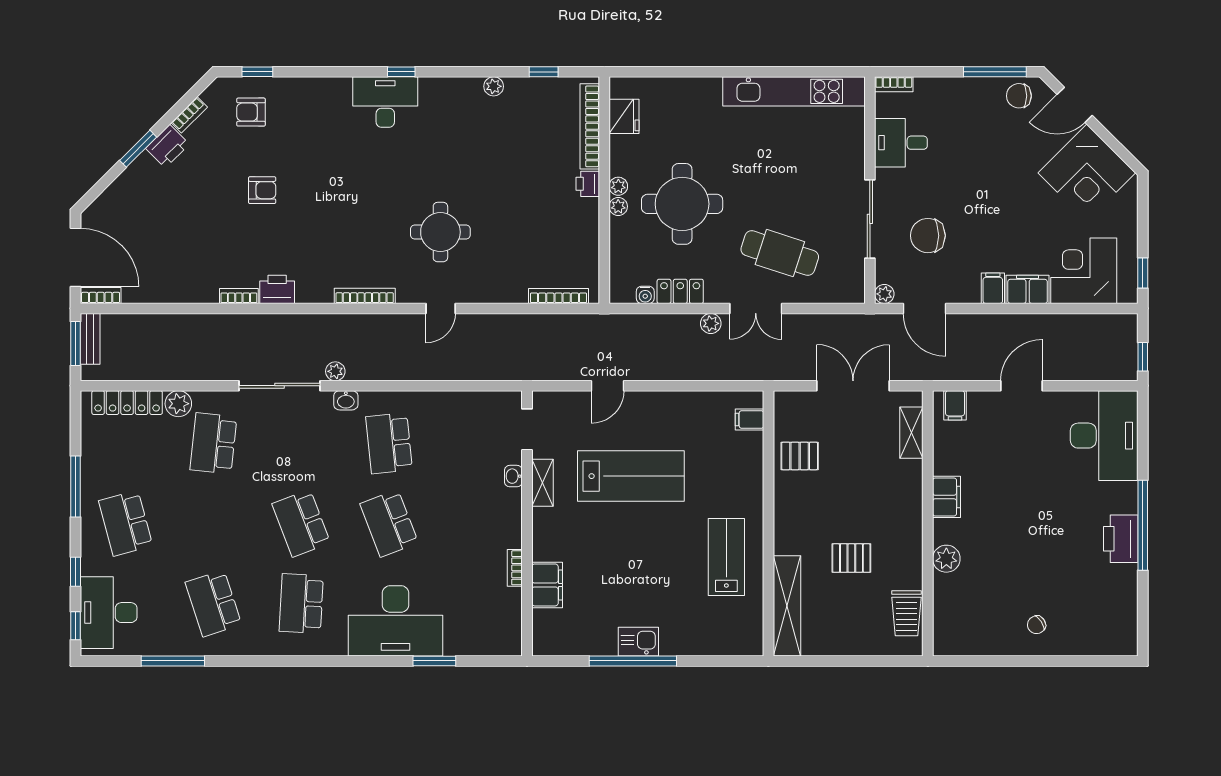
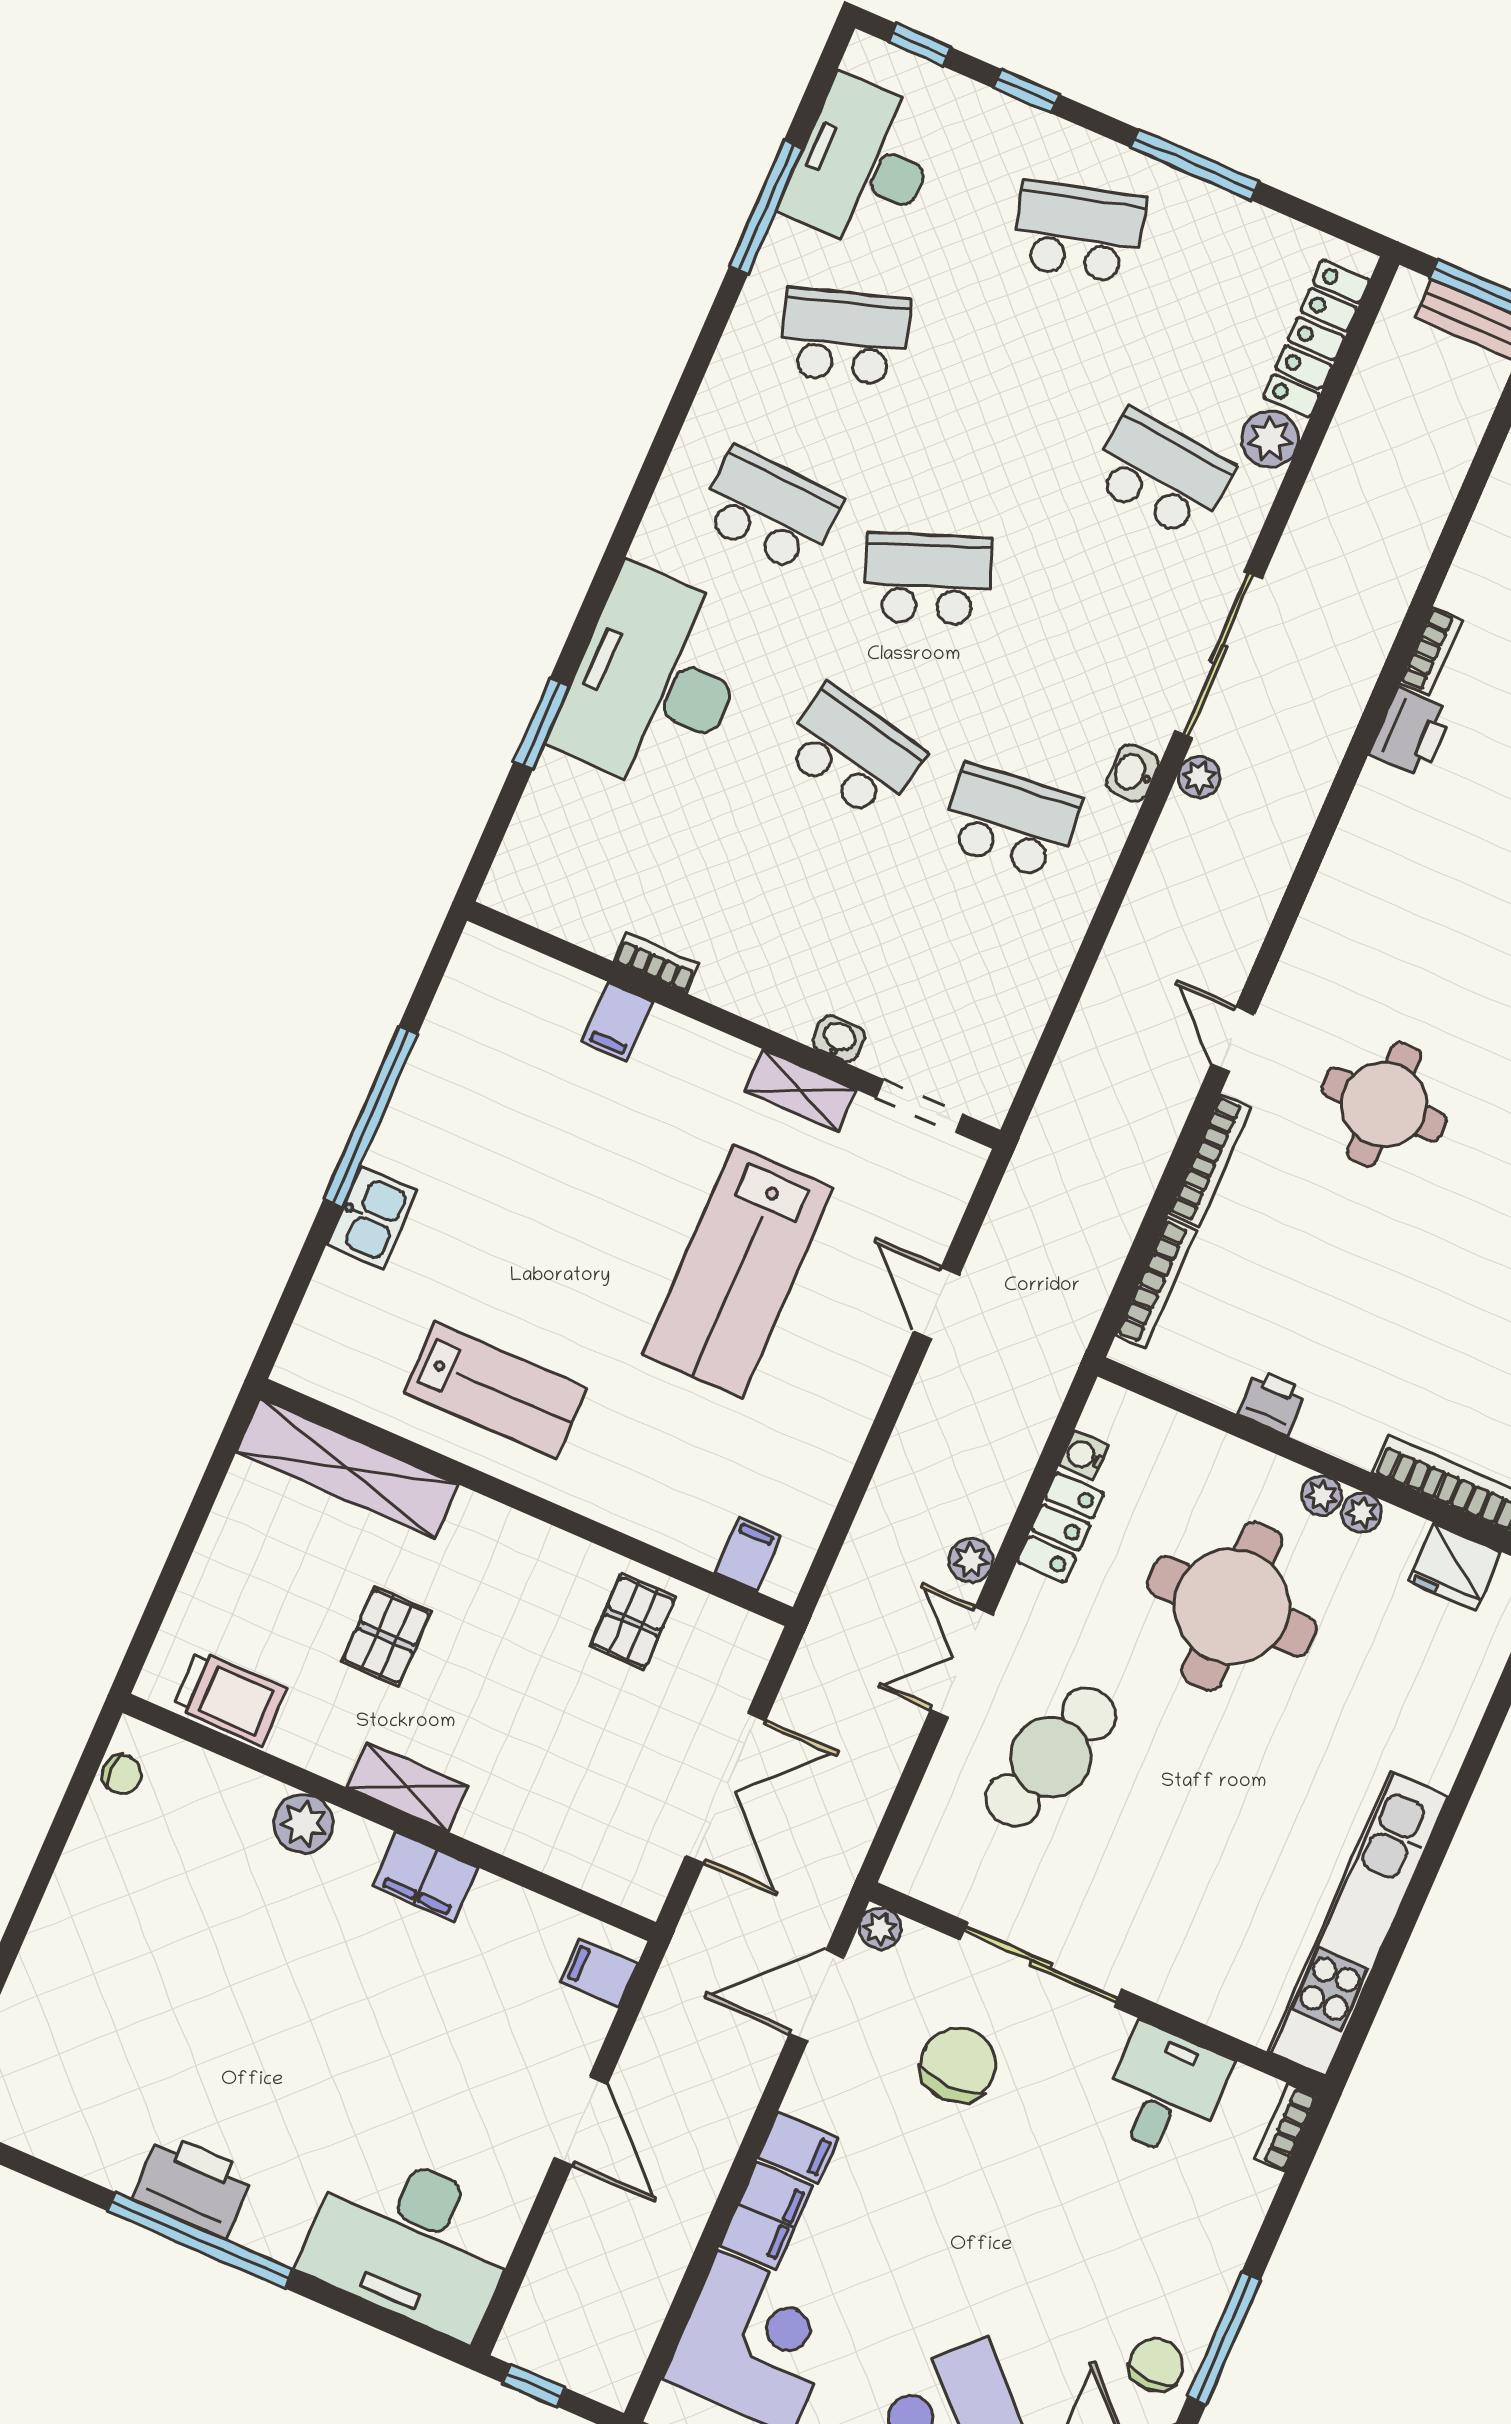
printer: (588, 184) -> (1272, 1402), moved
plant: (618, 206) -> (1362, 1513), moved
bookcase: (365, 296) -> (1210, 1160), moved
shelving: (911, 433) -> (407, 1787), moved
school desk: (389, 523) -> (852, 753), turned 33
filing cabinet: (547, 585) -> (617, 1022), width x0.50
desk: (109, 613) -> (862, 164), moved, turned -90
trolley: (906, 613) -> (230, 1698), turned 180
chair: (1037, 625) -> (122, 1774), moved, turned 124
kitchen sink: (638, 642) -> (372, 1218), moved

